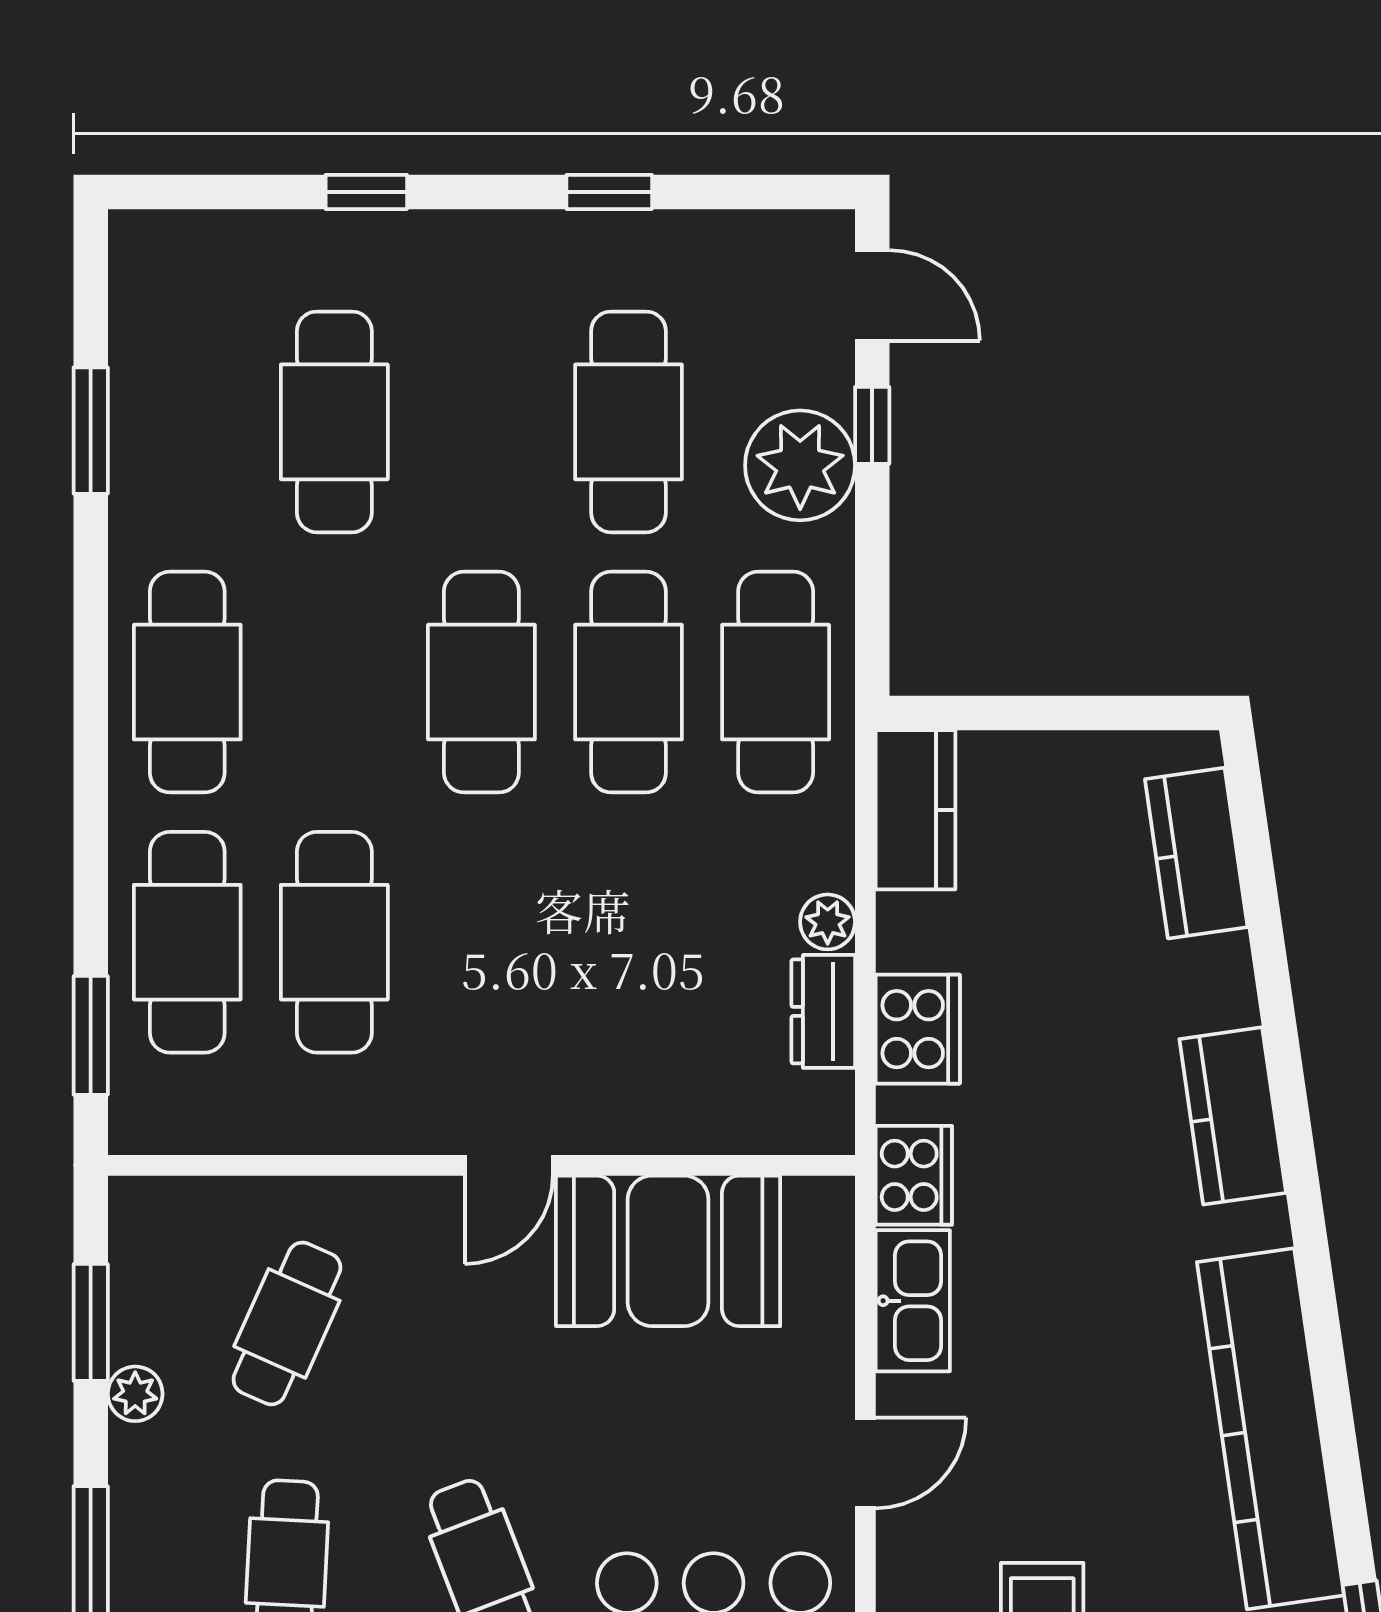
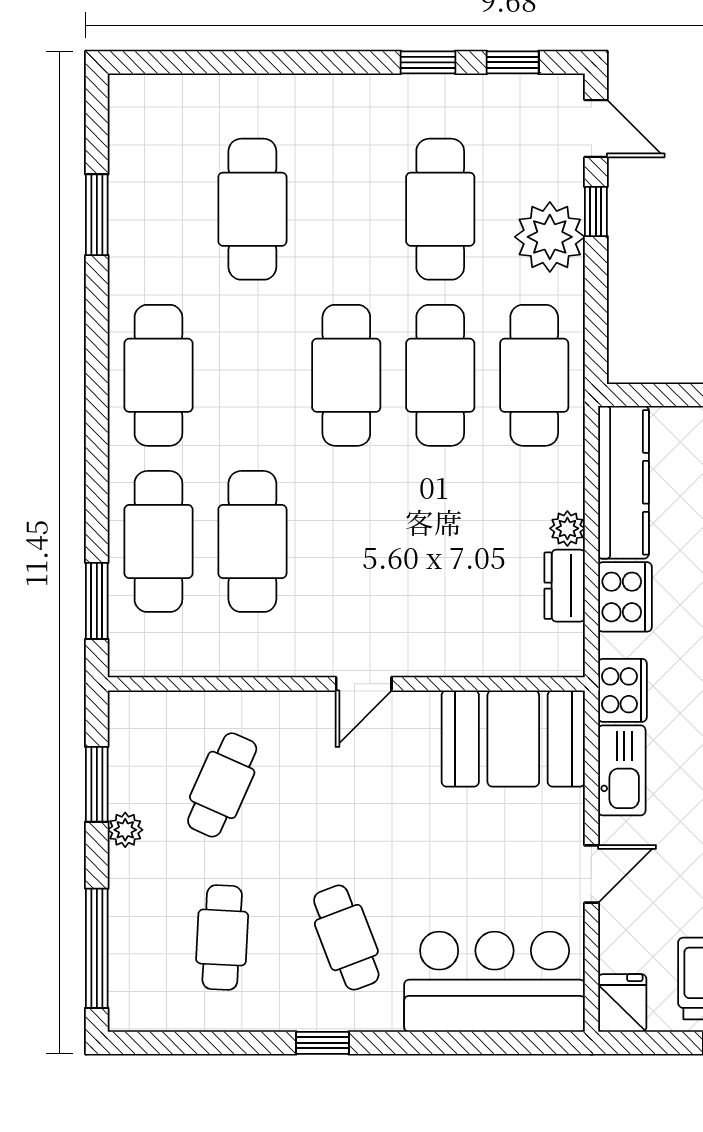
window: (366, 192) -> (513, 62), moved
kitchen counter: (915, 810) -> (623, 482), width x1.50
booth: (668, 1251) -> (513, 739), moved

